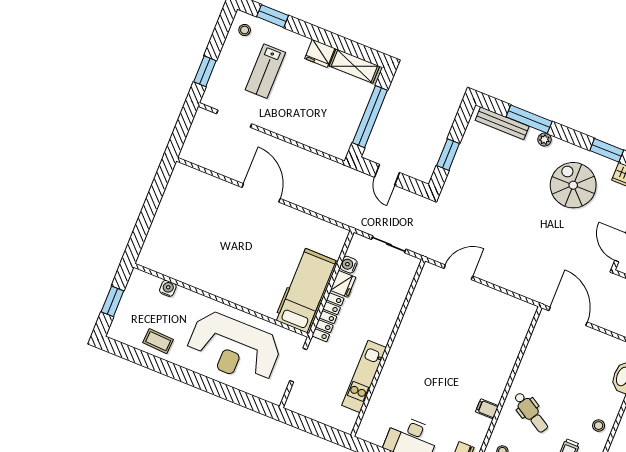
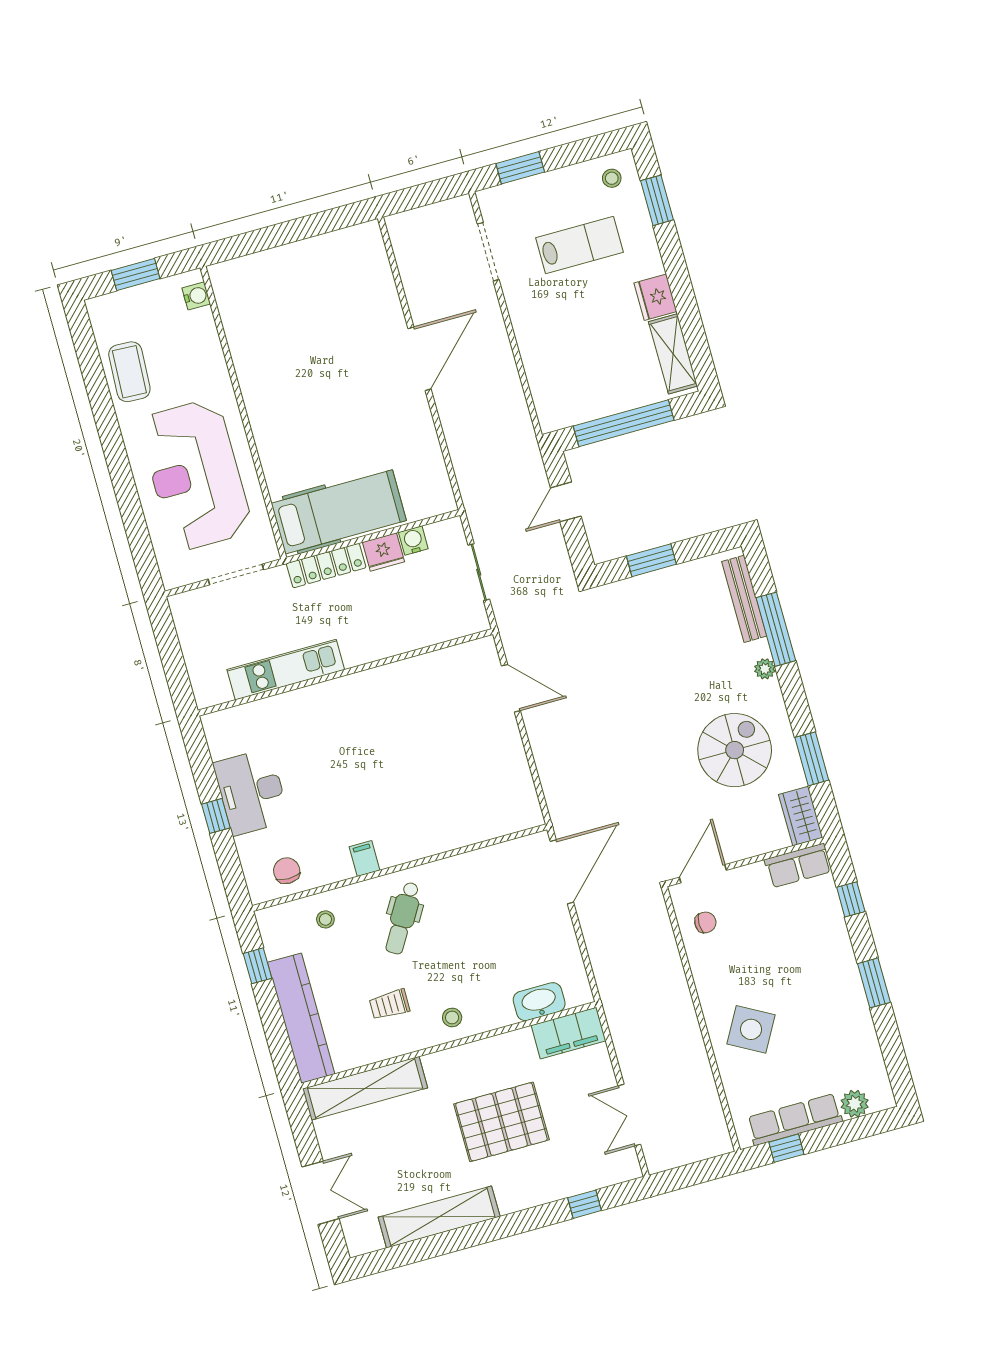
lab bench: (265, 71) -> (580, 245), turned 180
water cooler: (168, 288) -> (196, 296), moved
coffee table: (158, 341) -> (129, 372), width x1.36, depth x1.30

